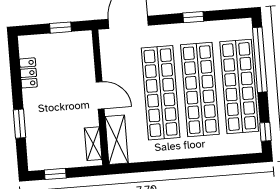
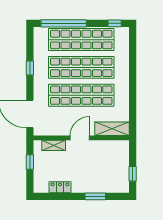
shelving: (93, 144) -> (54, 145), moved

